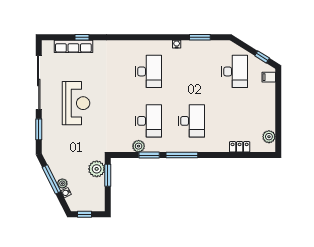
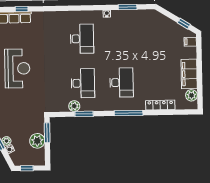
desk: (235, 71) -> (159, 37), removed
filing cabinet: (267, 113) -> (189, 74), added
locker: (240, 147) -> (160, 105), width x1.53
window: (182, 155) -> (129, 113), moved
plant: (97, 169) -> (37, 141), moved

